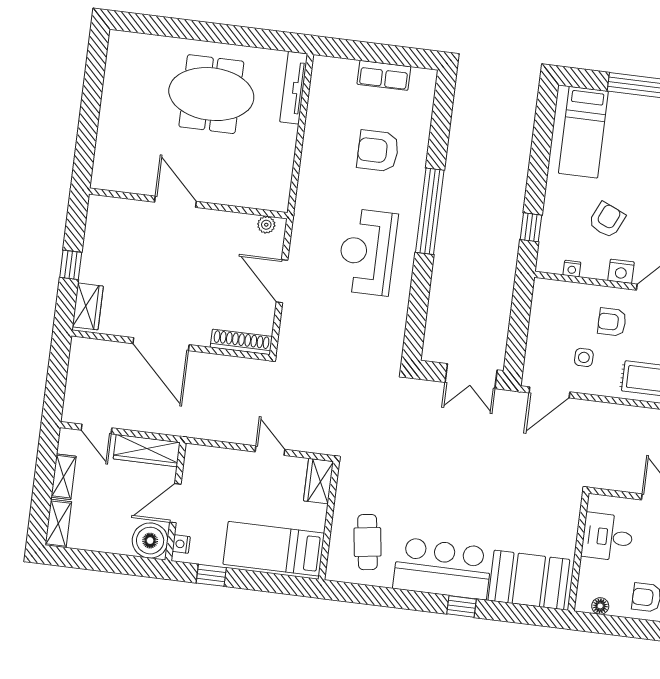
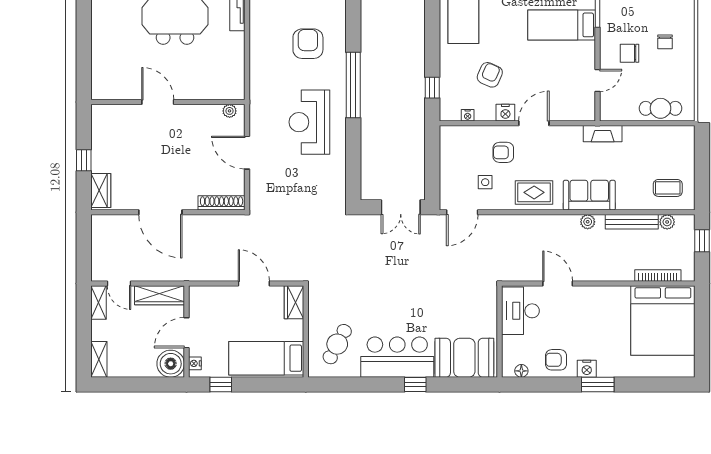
armchair: (378, 151) -> (308, 44), turned 90
door: (270, 451) -> (254, 283), width x1.38
shelving: (64, 477) -> (98, 302), moved
desk: (608, 537) -> (520, 311), width x1.37
cafe table: (367, 542) -> (337, 344), turned 36

